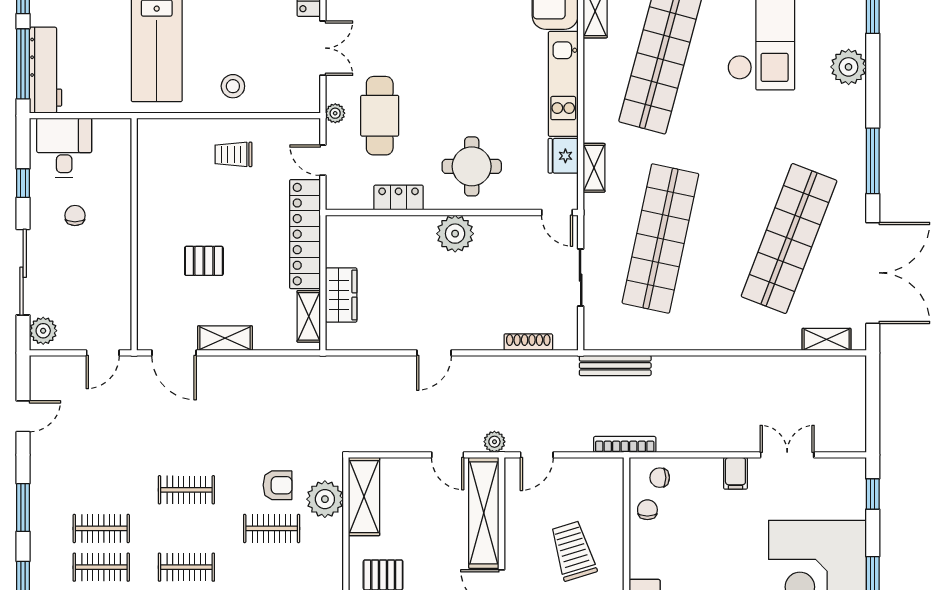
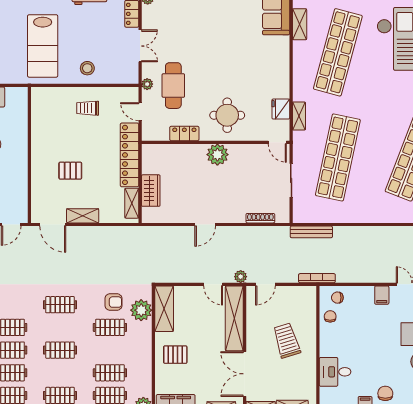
kitchen unit: (563, 84) -> (281, 67), removed

